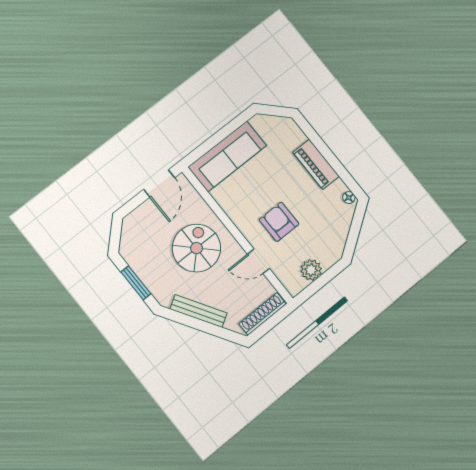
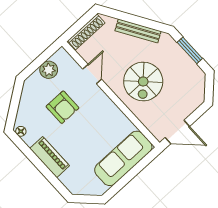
door: (159, 183) -> (177, 132), swing flipped
armchair: (279, 222) -> (62, 107), moved
door: (259, 261) -> (92, 74), hinge flipped

